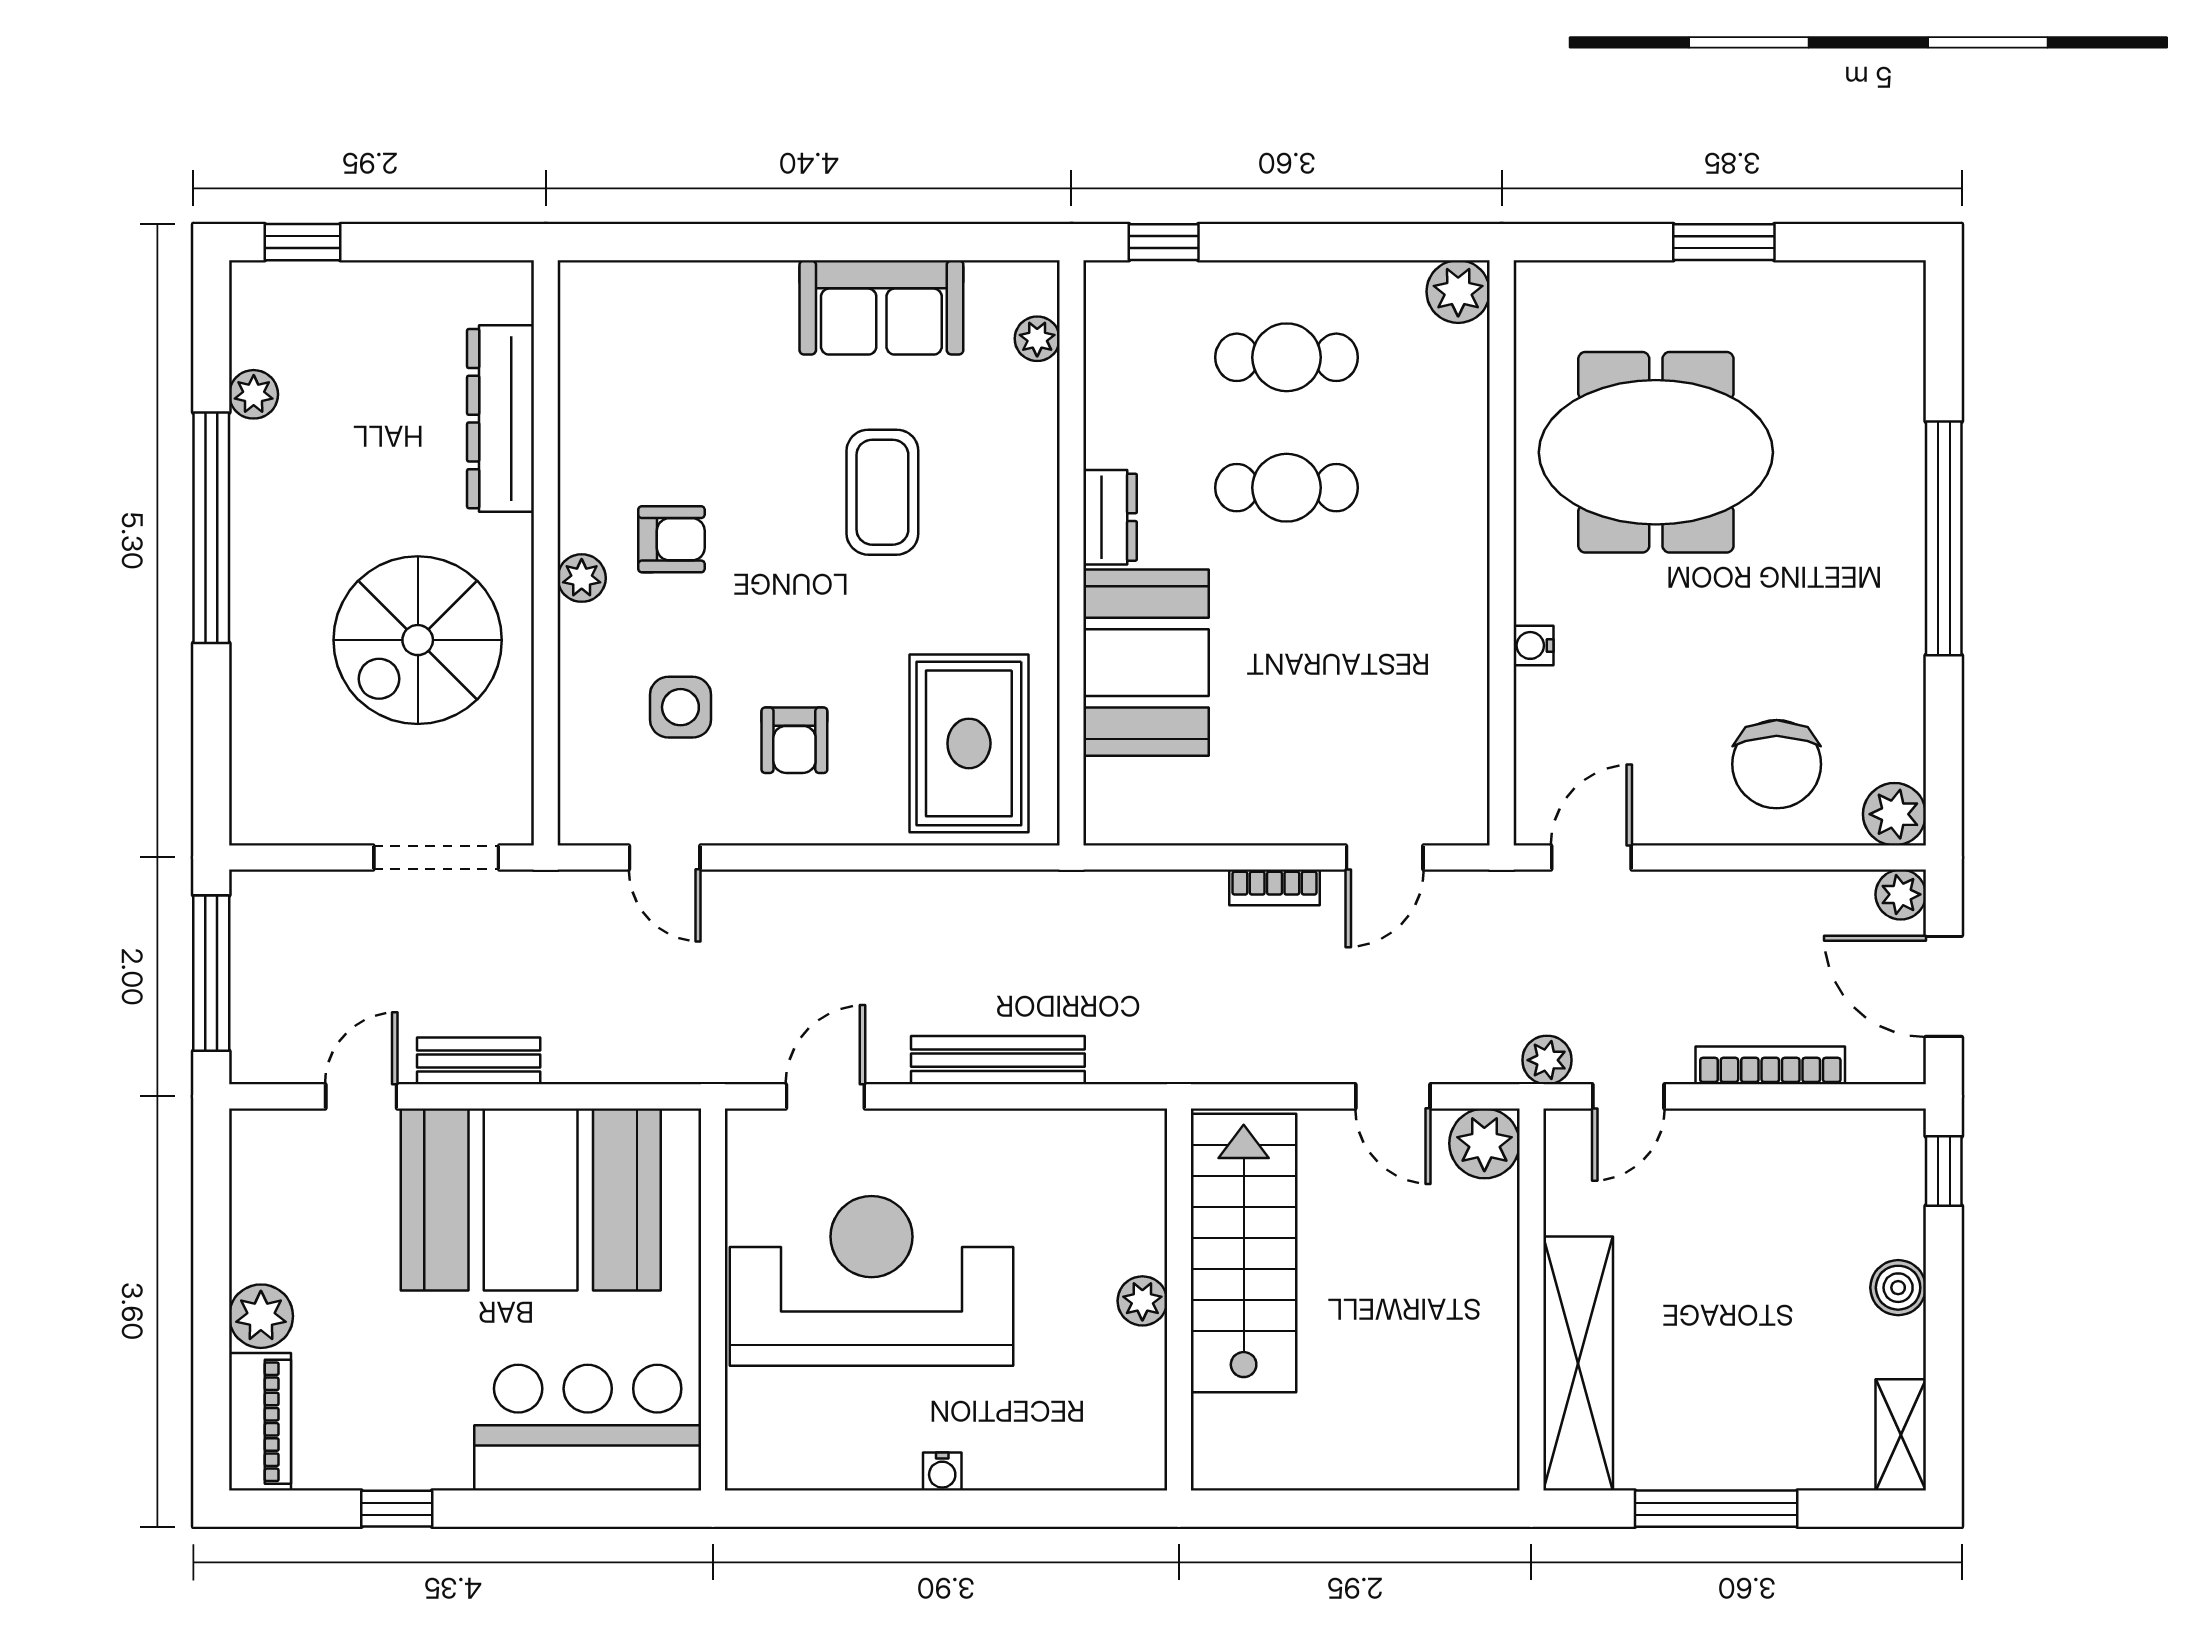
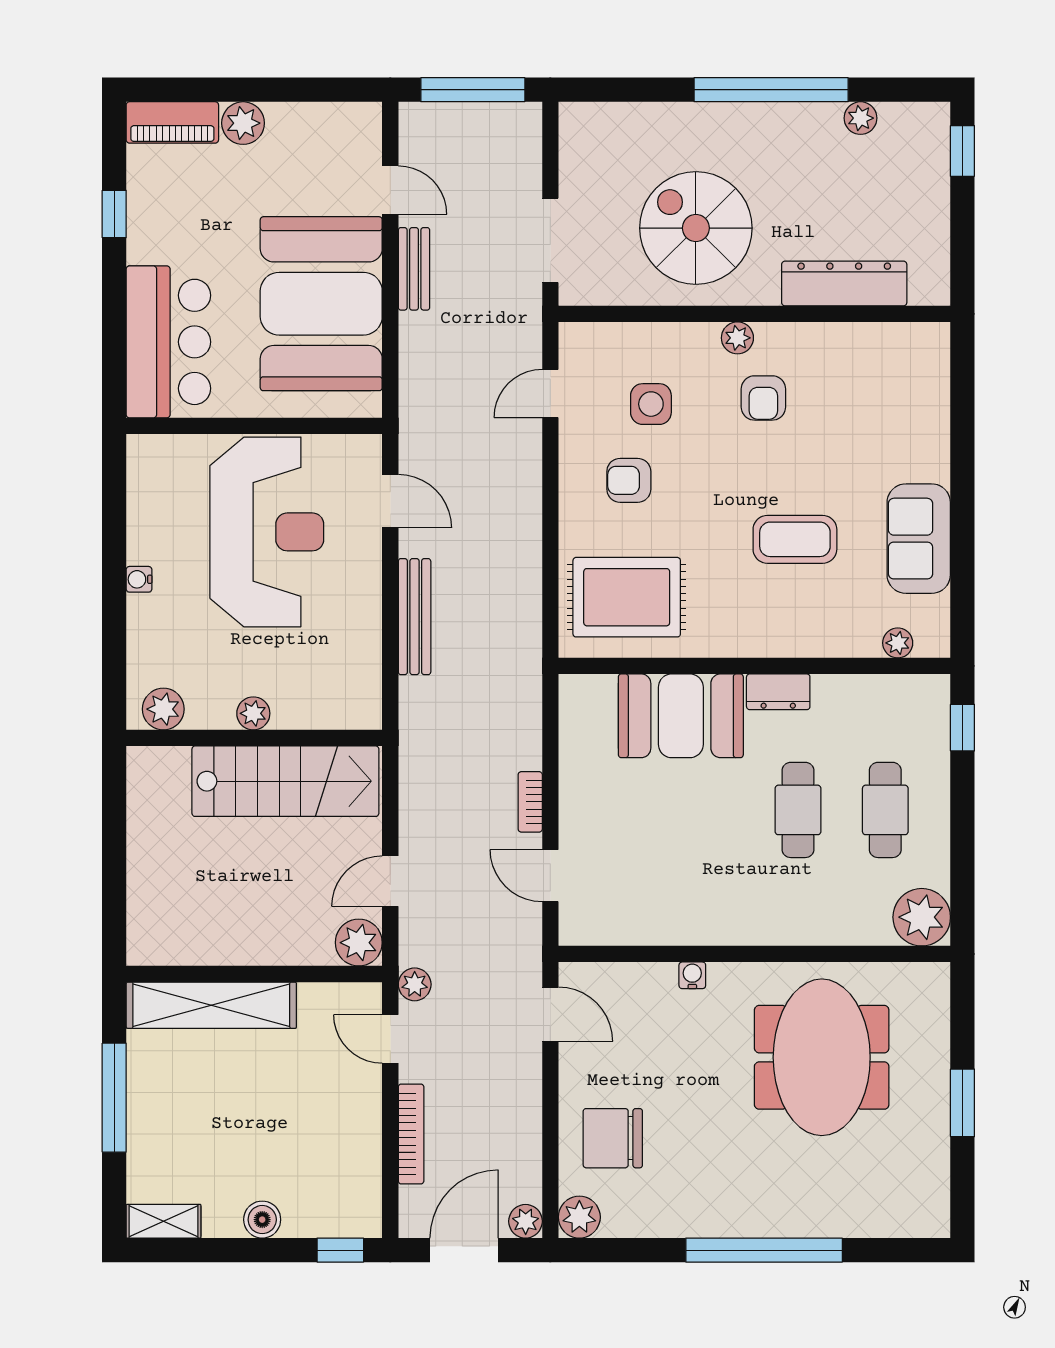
plant: (1458, 292) -> (922, 917), width x1.36, depth x1.36
plant: (1136, 1435) -> (163, 709), added

